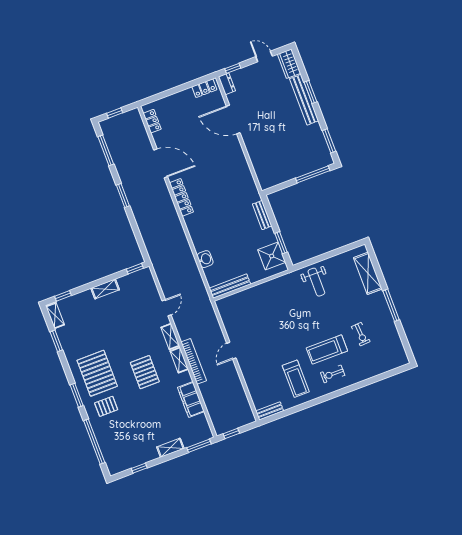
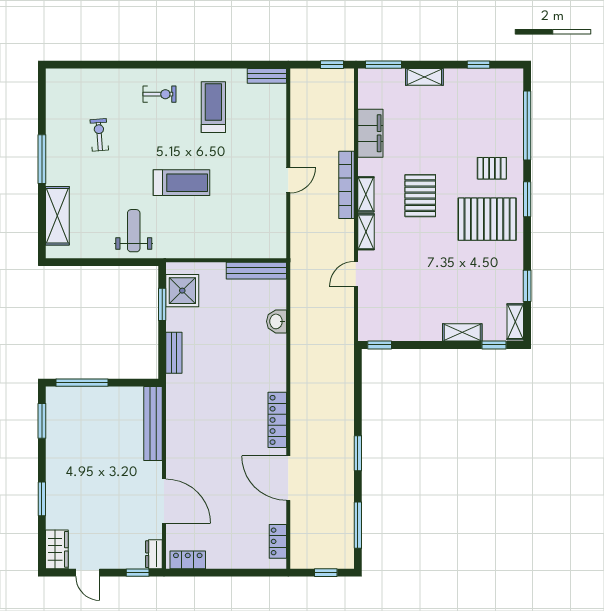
bench: (304, 100) -> (153, 424), moved
shelving: (105, 289) -> (462, 332), moved
treadmill: (327, 349) -> (181, 183), moved
pallet: (97, 373) -> (487, 219), turned 90

